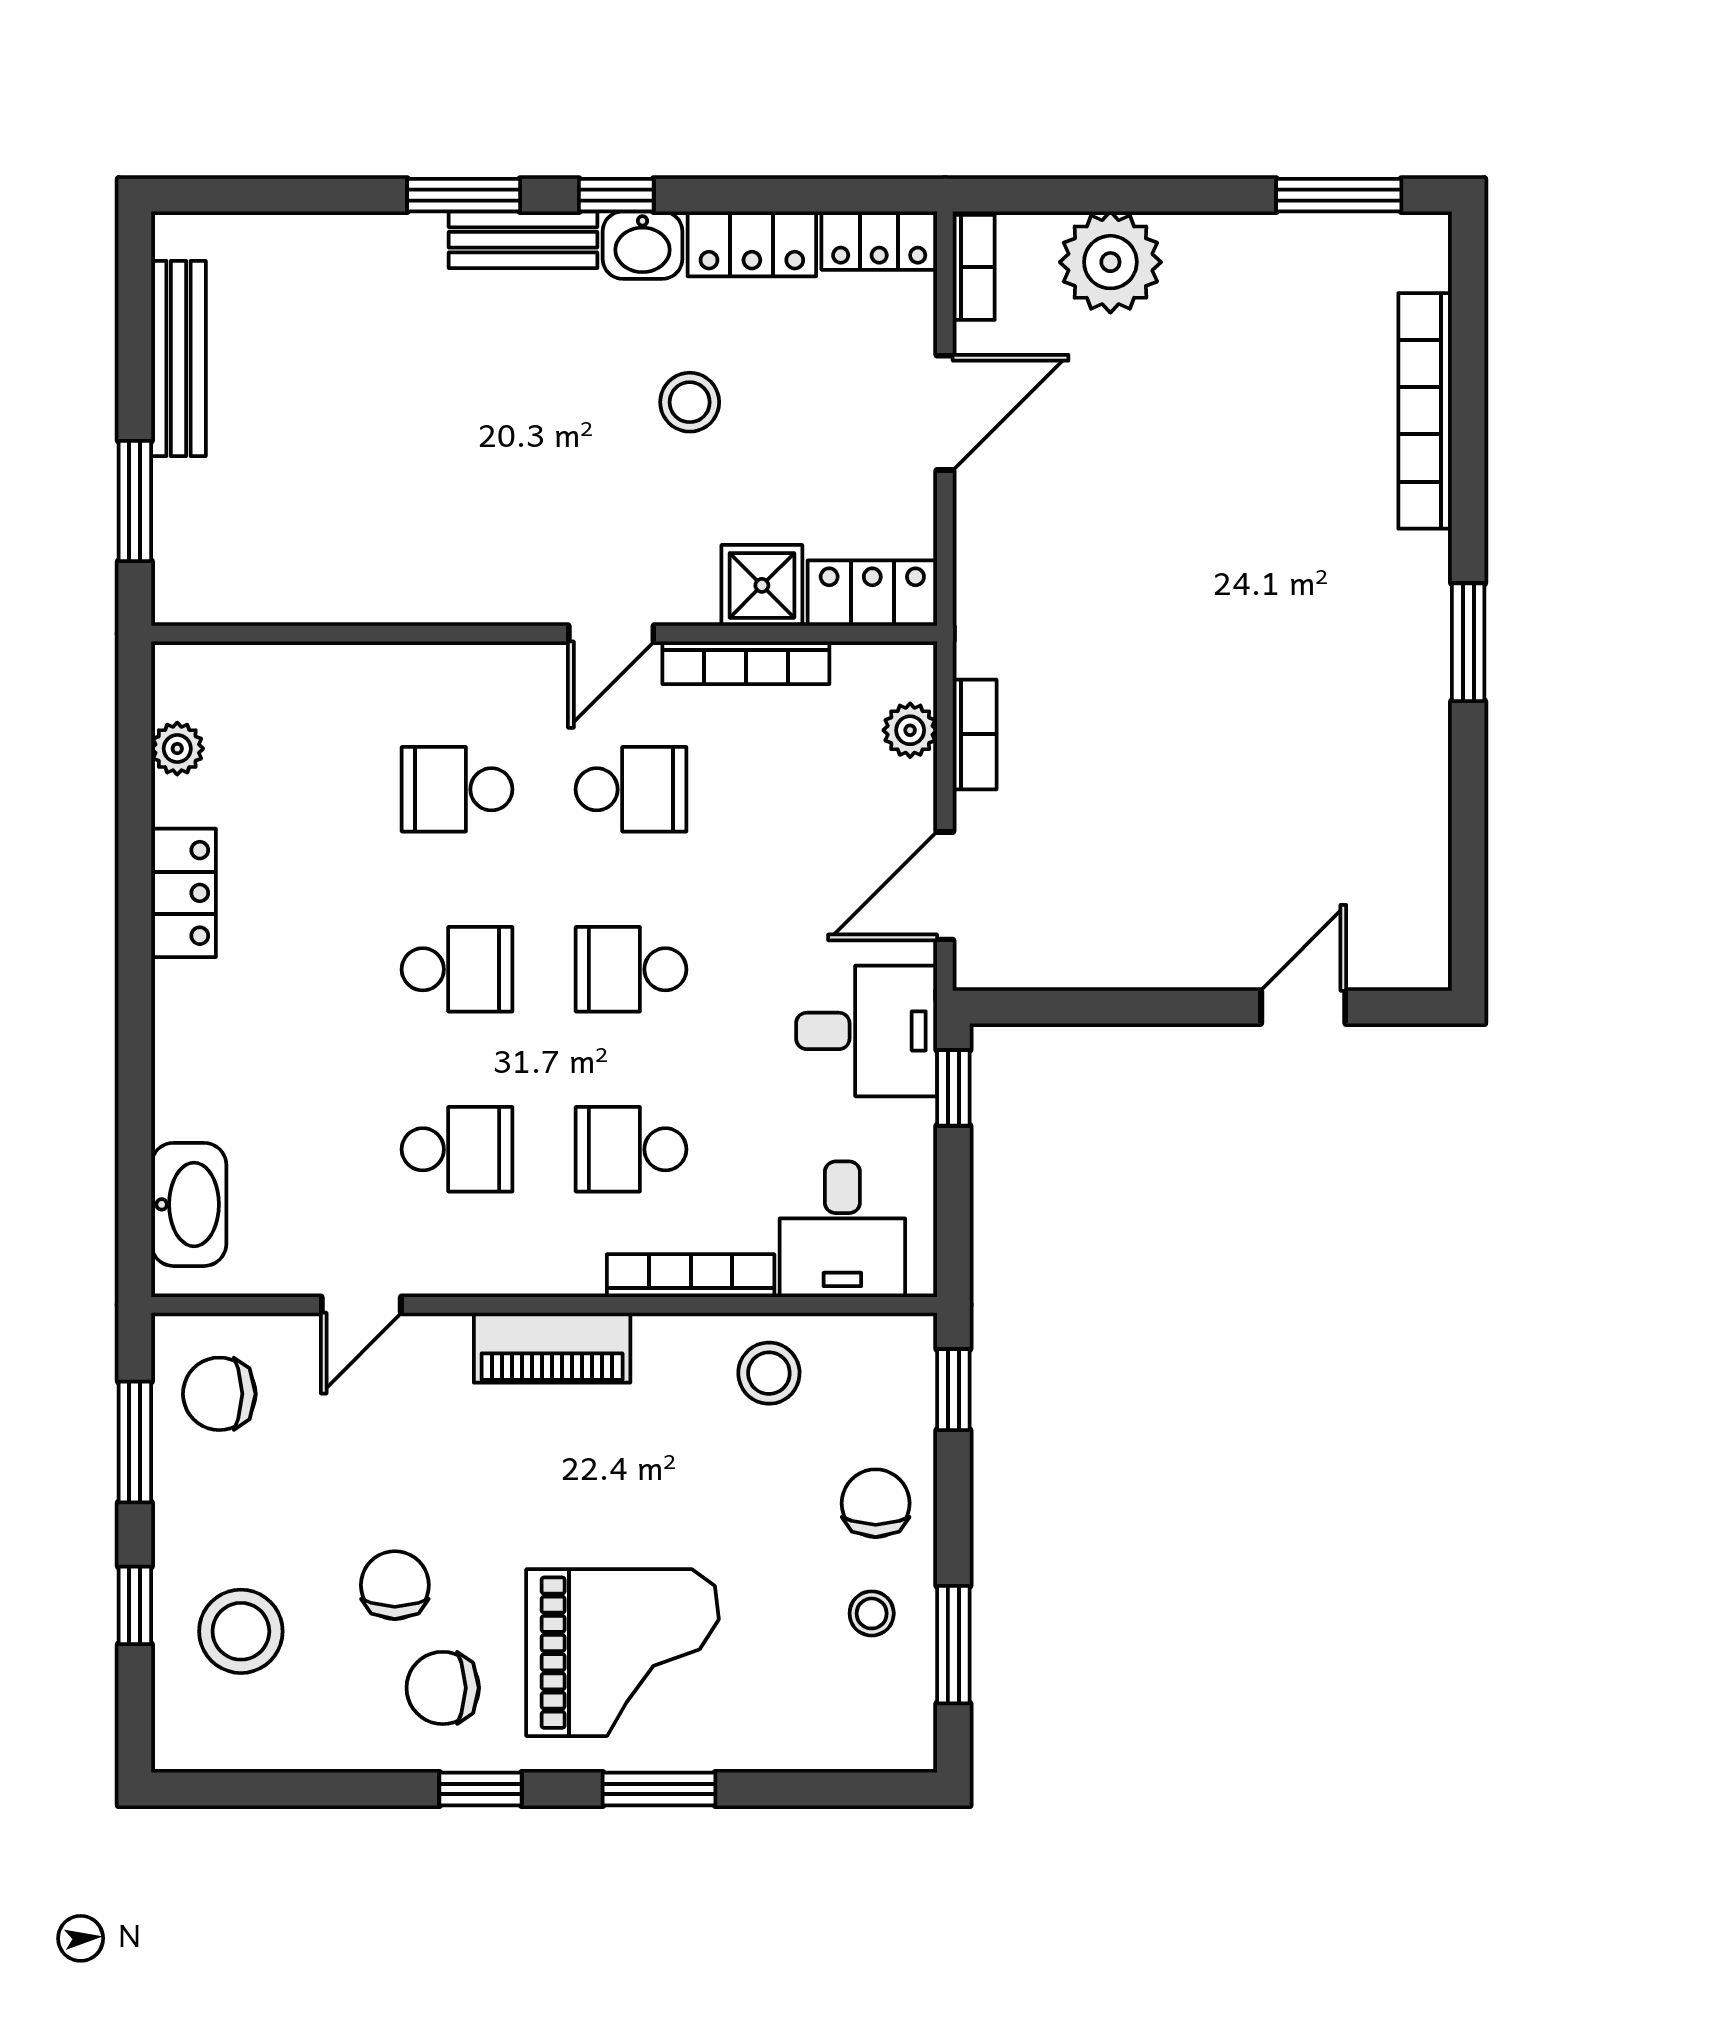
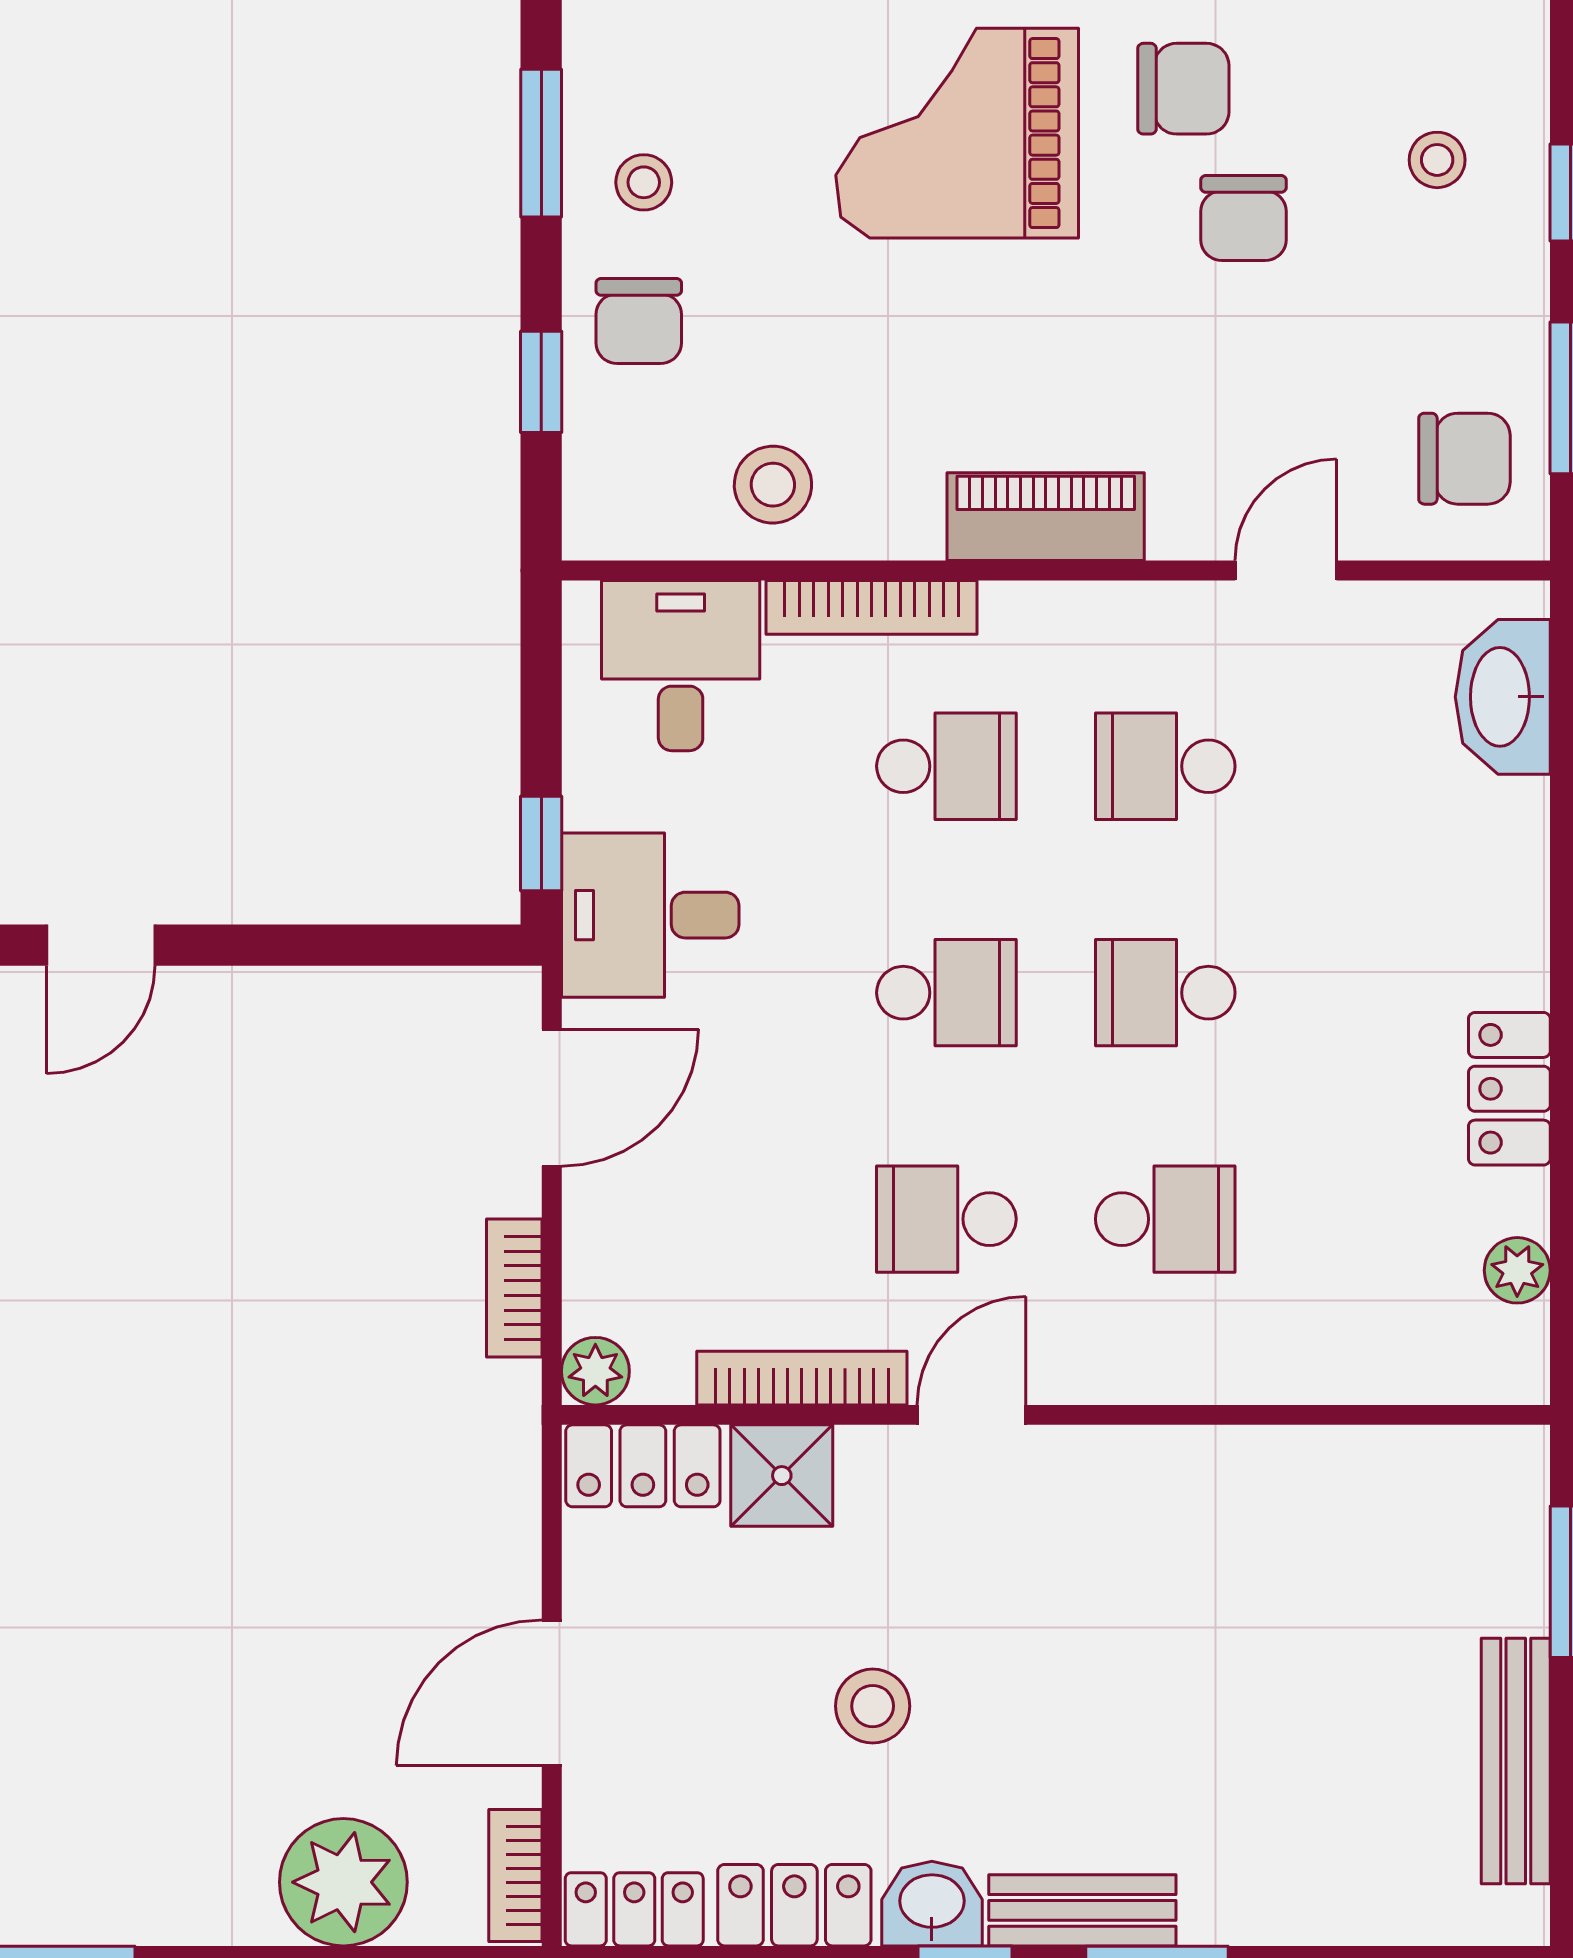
plant: (910, 730) -> (595, 1371), moved
window: (953, 1390) -> (541, 382), moved
stool: (241, 1631) -> (1437, 160), width x0.53, depth x0.53

